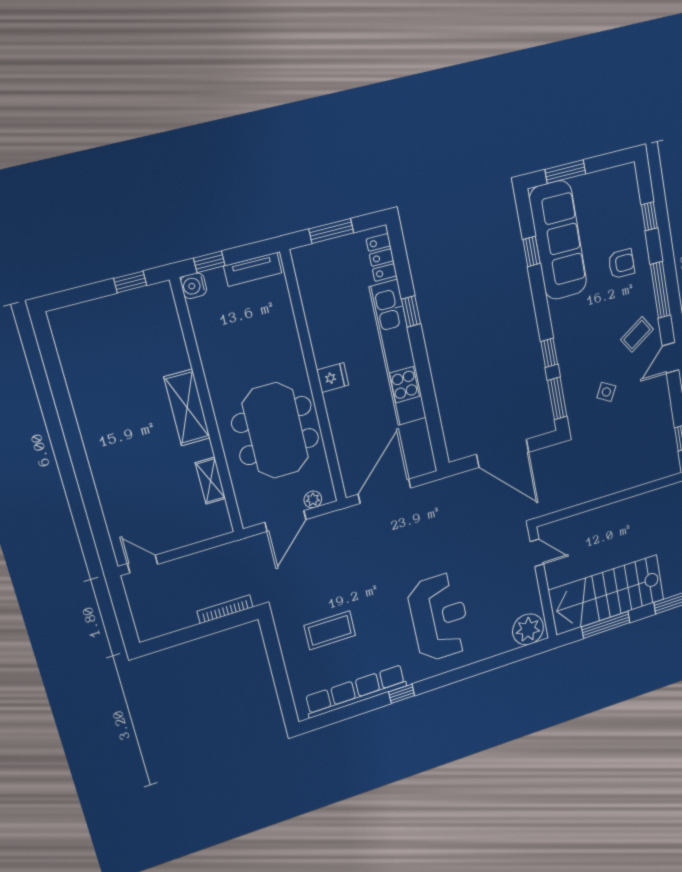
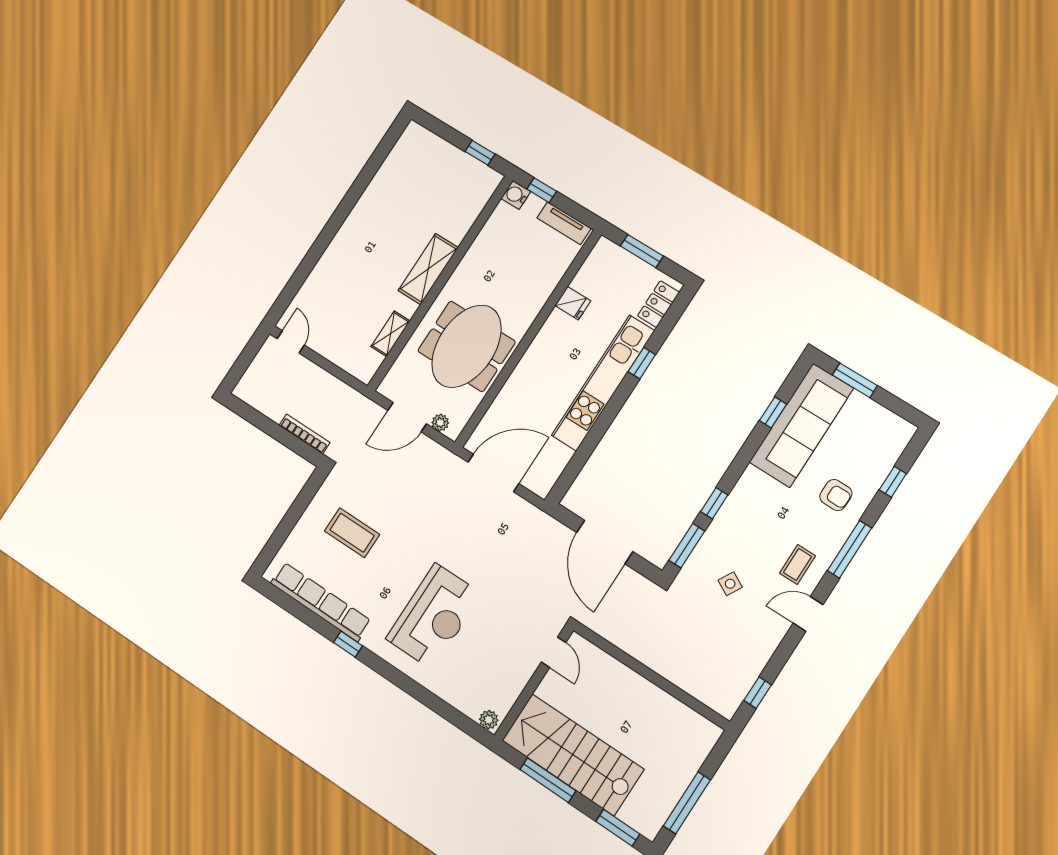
coffee table: (637, 334) -> (797, 564), turned -58
fridge: (333, 378) -> (573, 303), moved
plant: (528, 629) -> (489, 720), width x0.53, depth x0.53

